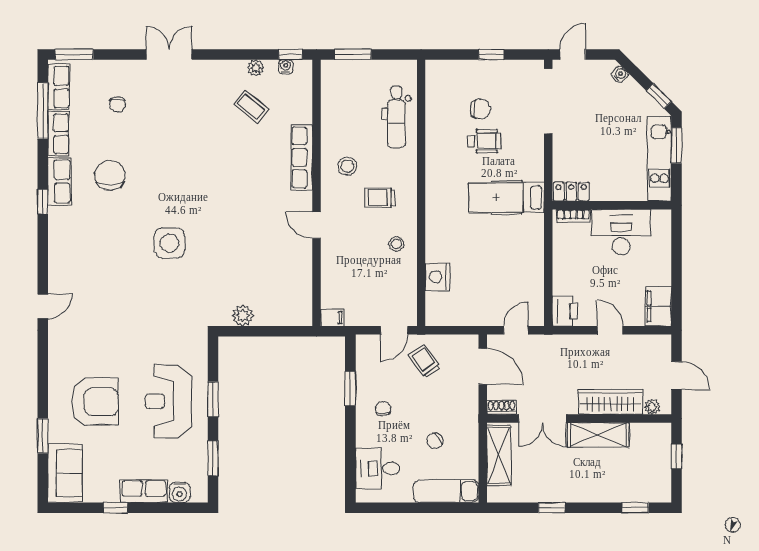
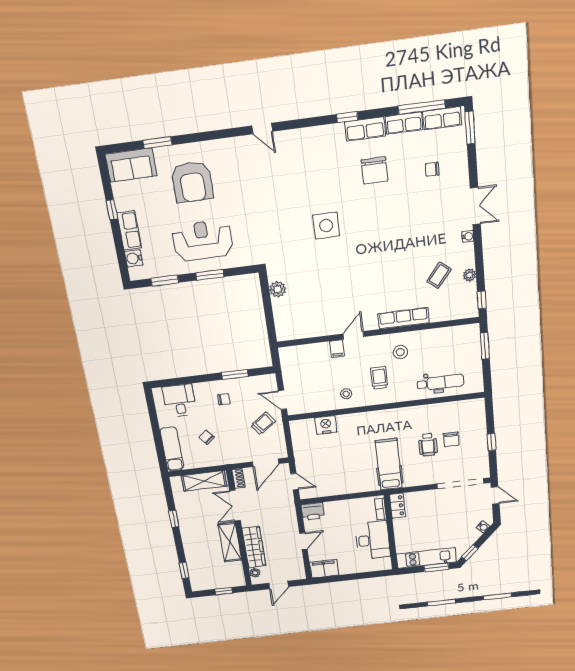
water cooler: (286, 67) -> (468, 236), moved
dental chair: (396, 117) -> (440, 382), turned 180
chair: (110, 175) -> (374, 170), turned 90
filing cabinet: (332, 318) -> (337, 349), moved

